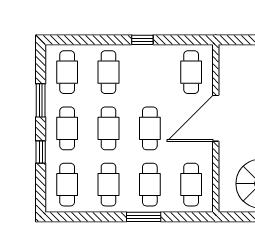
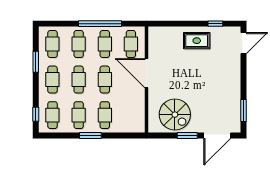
window: (142, 40) -> (100, 24), width x3.17
door: (216, 118) -> (146, 73), hinge flipped
window: (41, 152) -> (36, 114), moved
cafe table: (191, 185) -> (105, 44), moved
window: (144, 217) -> (90, 135), moved

